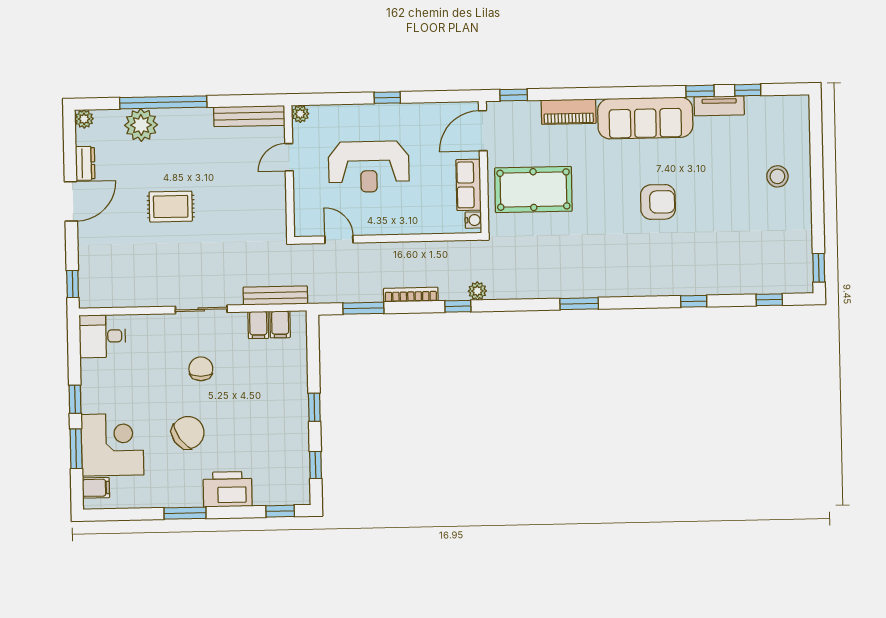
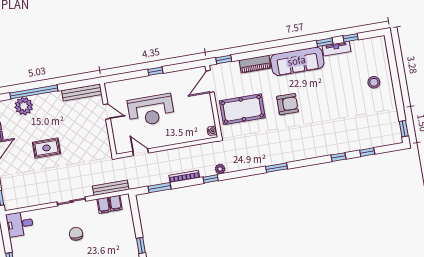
plant: (300, 114) -> (109, 87), removed
door: (289, 157) -> (107, 112), swing flipped
row of seats: (468, 185) -> (207, 112), removed
armchair: (658, 202) -> (287, 104), moved
window: (769, 300) -> (367, 152), moved

